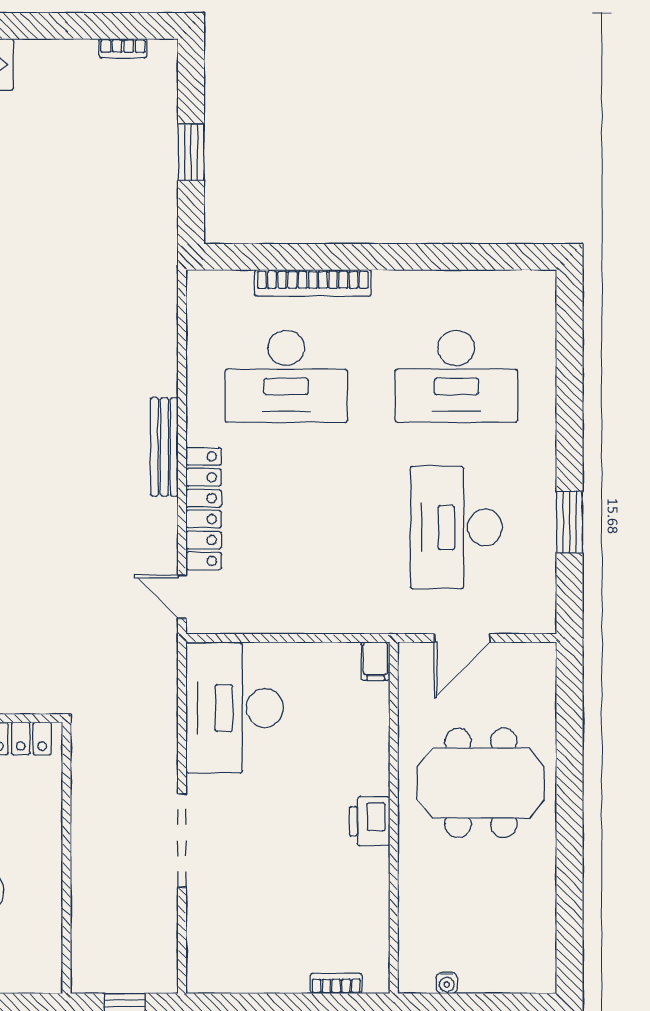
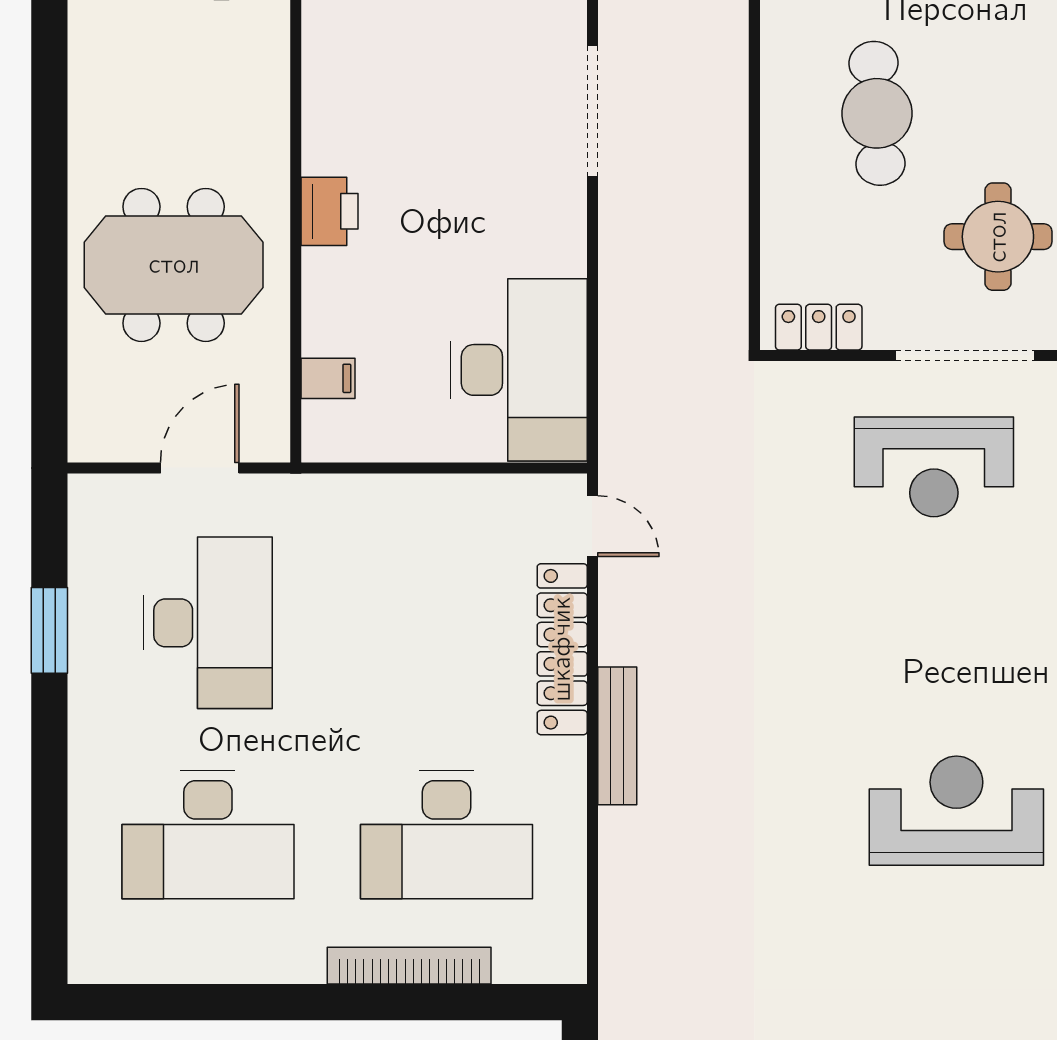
desk: (286, 376) -> (446, 835), turned 180
desk: (456, 376) -> (208, 835), turned 180
filing cabinet: (375, 661) -> (328, 378), moved, turned 90
doorway: (182, 840) -> (592, 111), moved

